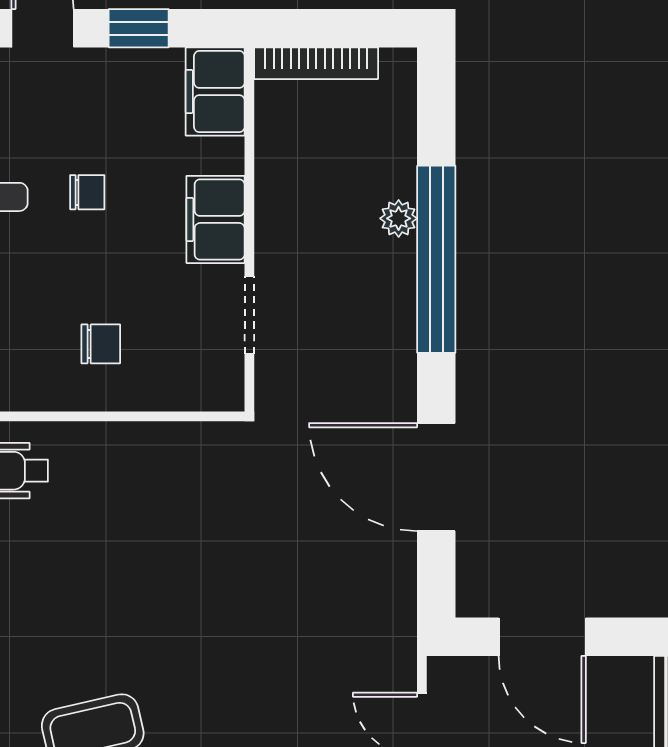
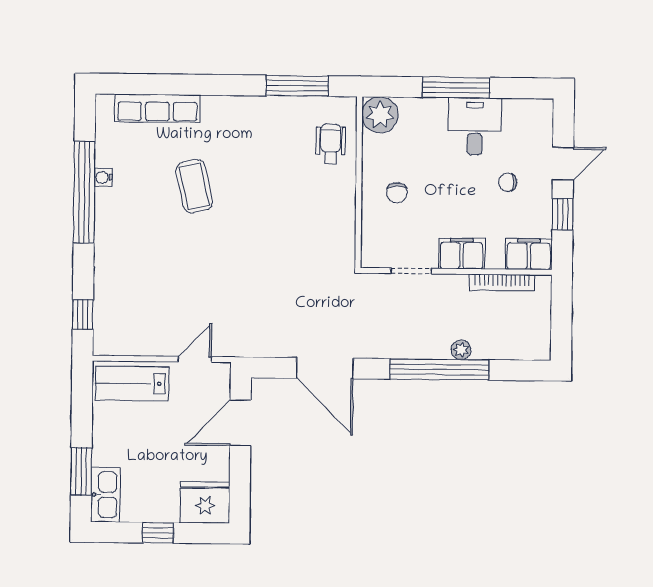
bookcase: (316, 63) -> (502, 283), moved, turned -90
chair: (87, 192) -> (508, 182), moved, turned 90
door: (436, 477) -> (325, 368), swing flipped

